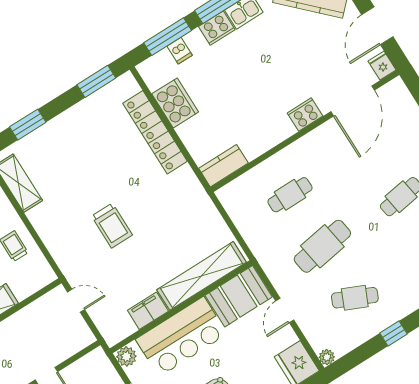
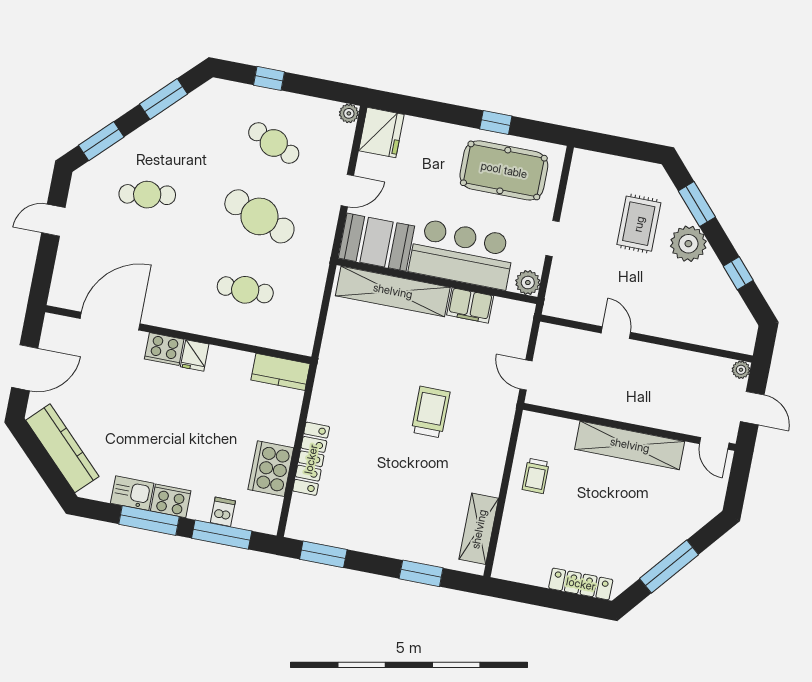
fridge: (382, 66) -> (195, 355), moved
locker: (155, 132) -> (311, 459), width x0.71, depth x0.83
cafe table: (322, 246) -> (259, 216), turned 30

